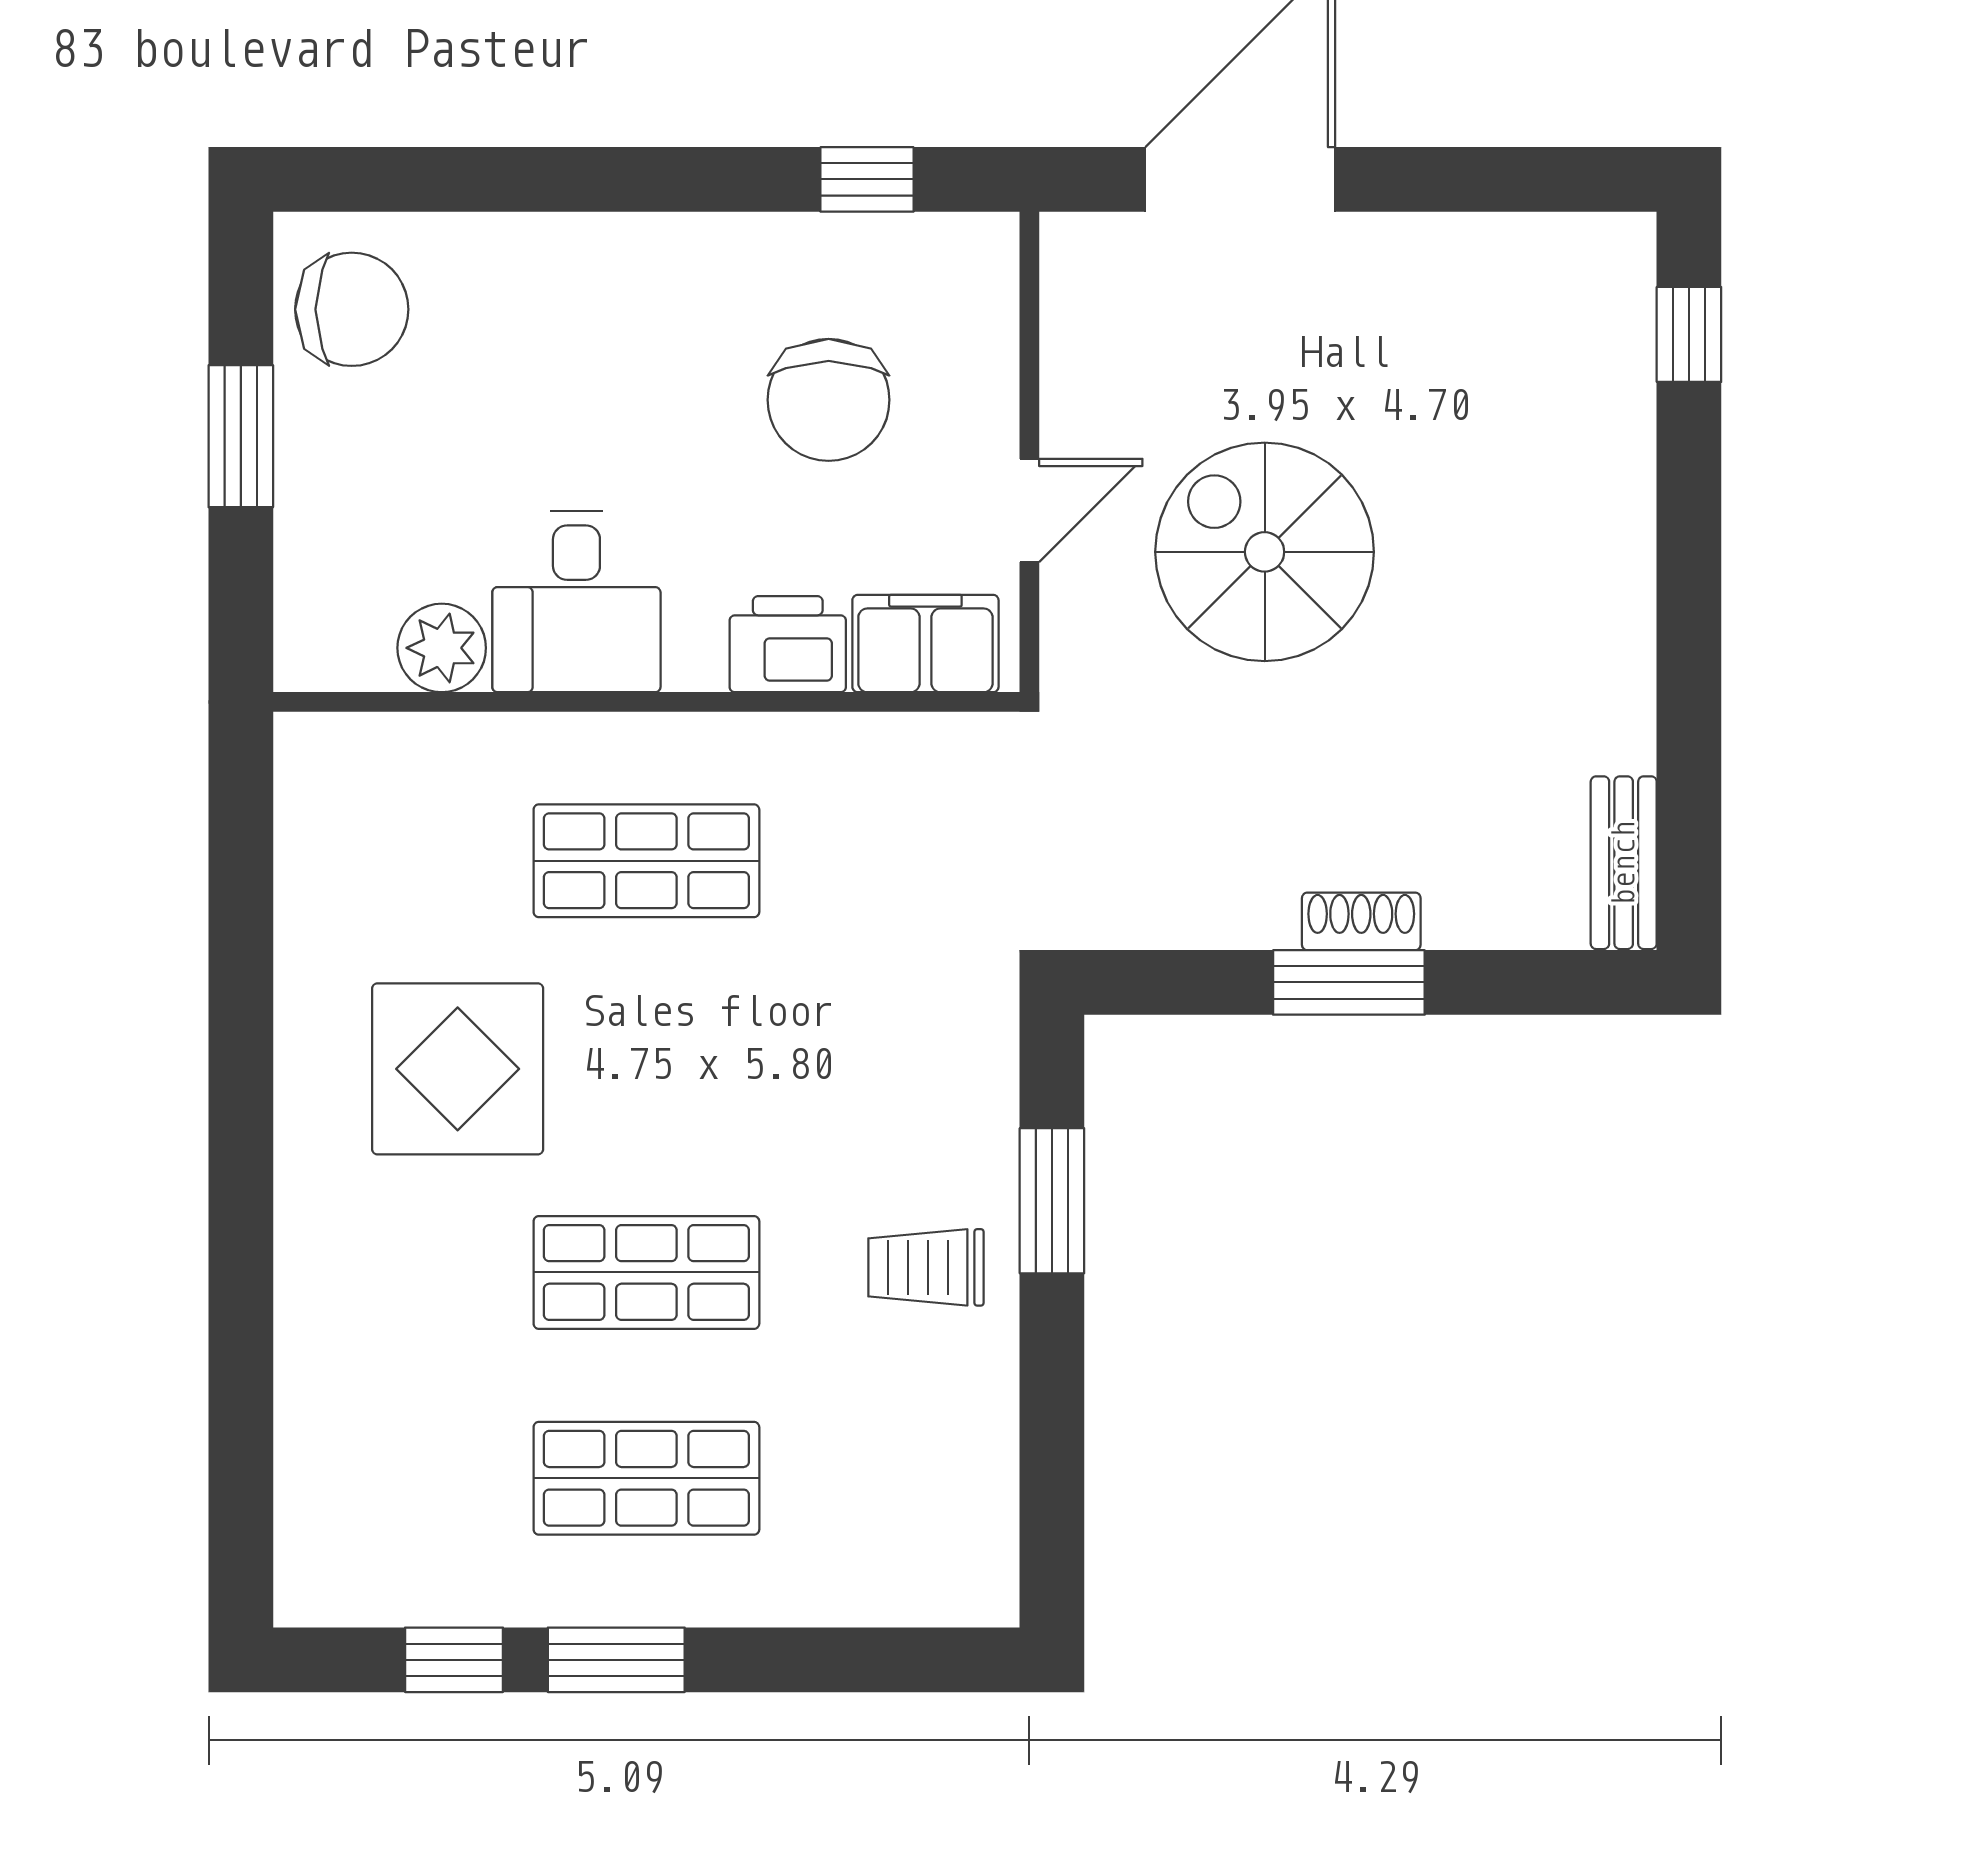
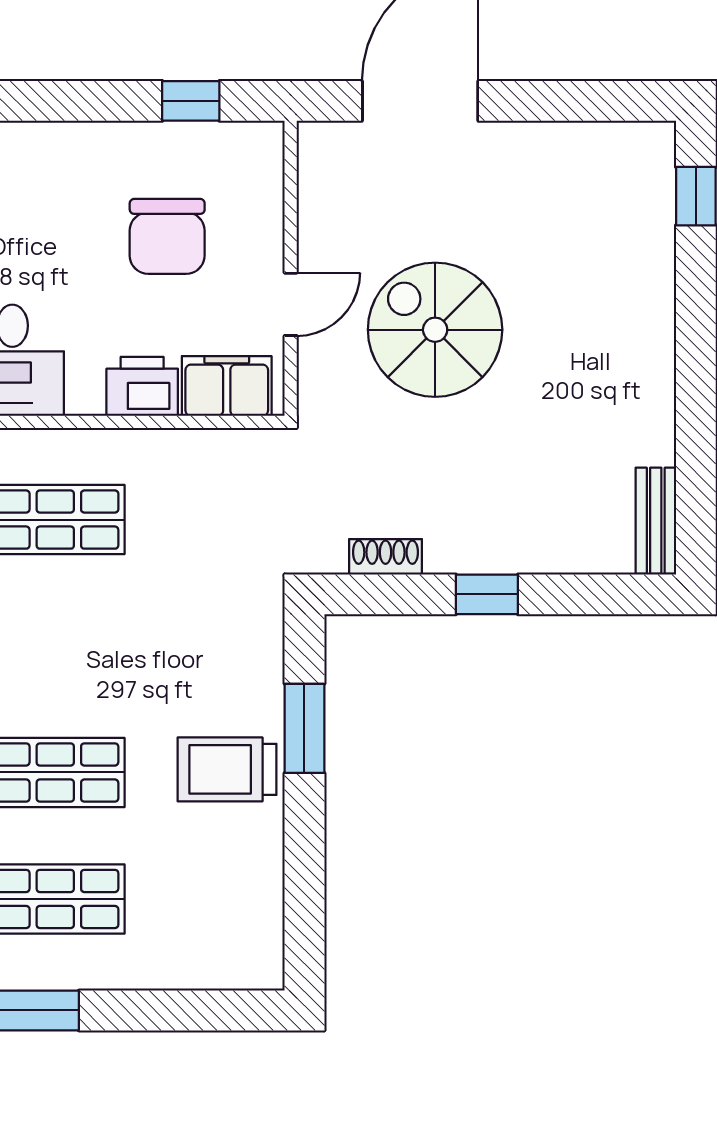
shoe rack: (1361, 921) -> (385, 557), moved
window: (1349, 982) -> (487, 594), width x0.67
trolley: (926, 1267) -> (227, 769), width x1.36, depth x1.39

